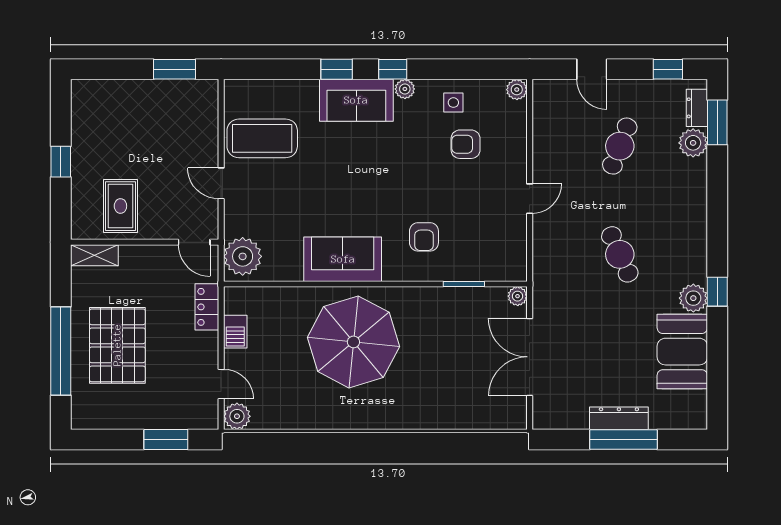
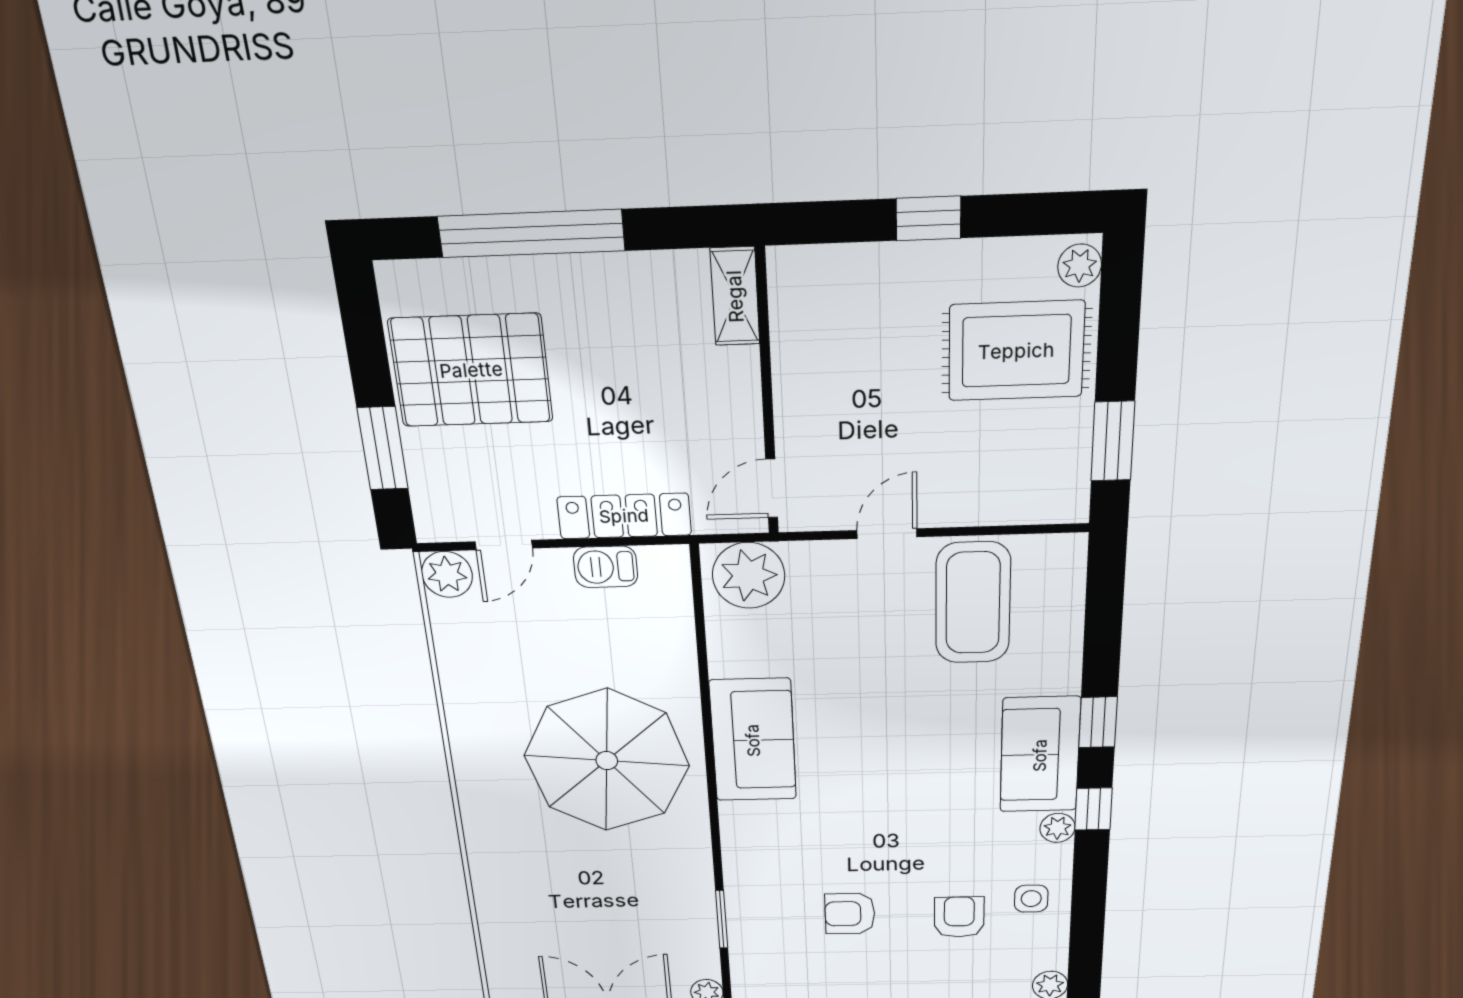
plant: (86, 89) -> (1080, 266), added
rug: (120, 206) -> (1016, 351), moved, width x1.36, depth x1.43
armchair: (424, 237) -> (850, 914), moved
locker: (207, 307) -> (624, 516), width x1.53
pallet: (117, 345) -> (471, 370), moved

